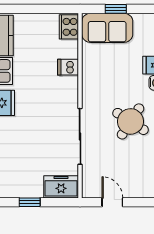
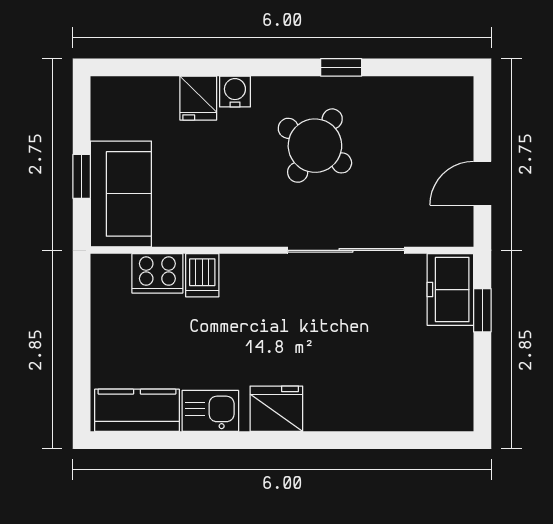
cooker: (69, 27) -> (157, 273), moved
window: (30, 202) -> (482, 310), moved

